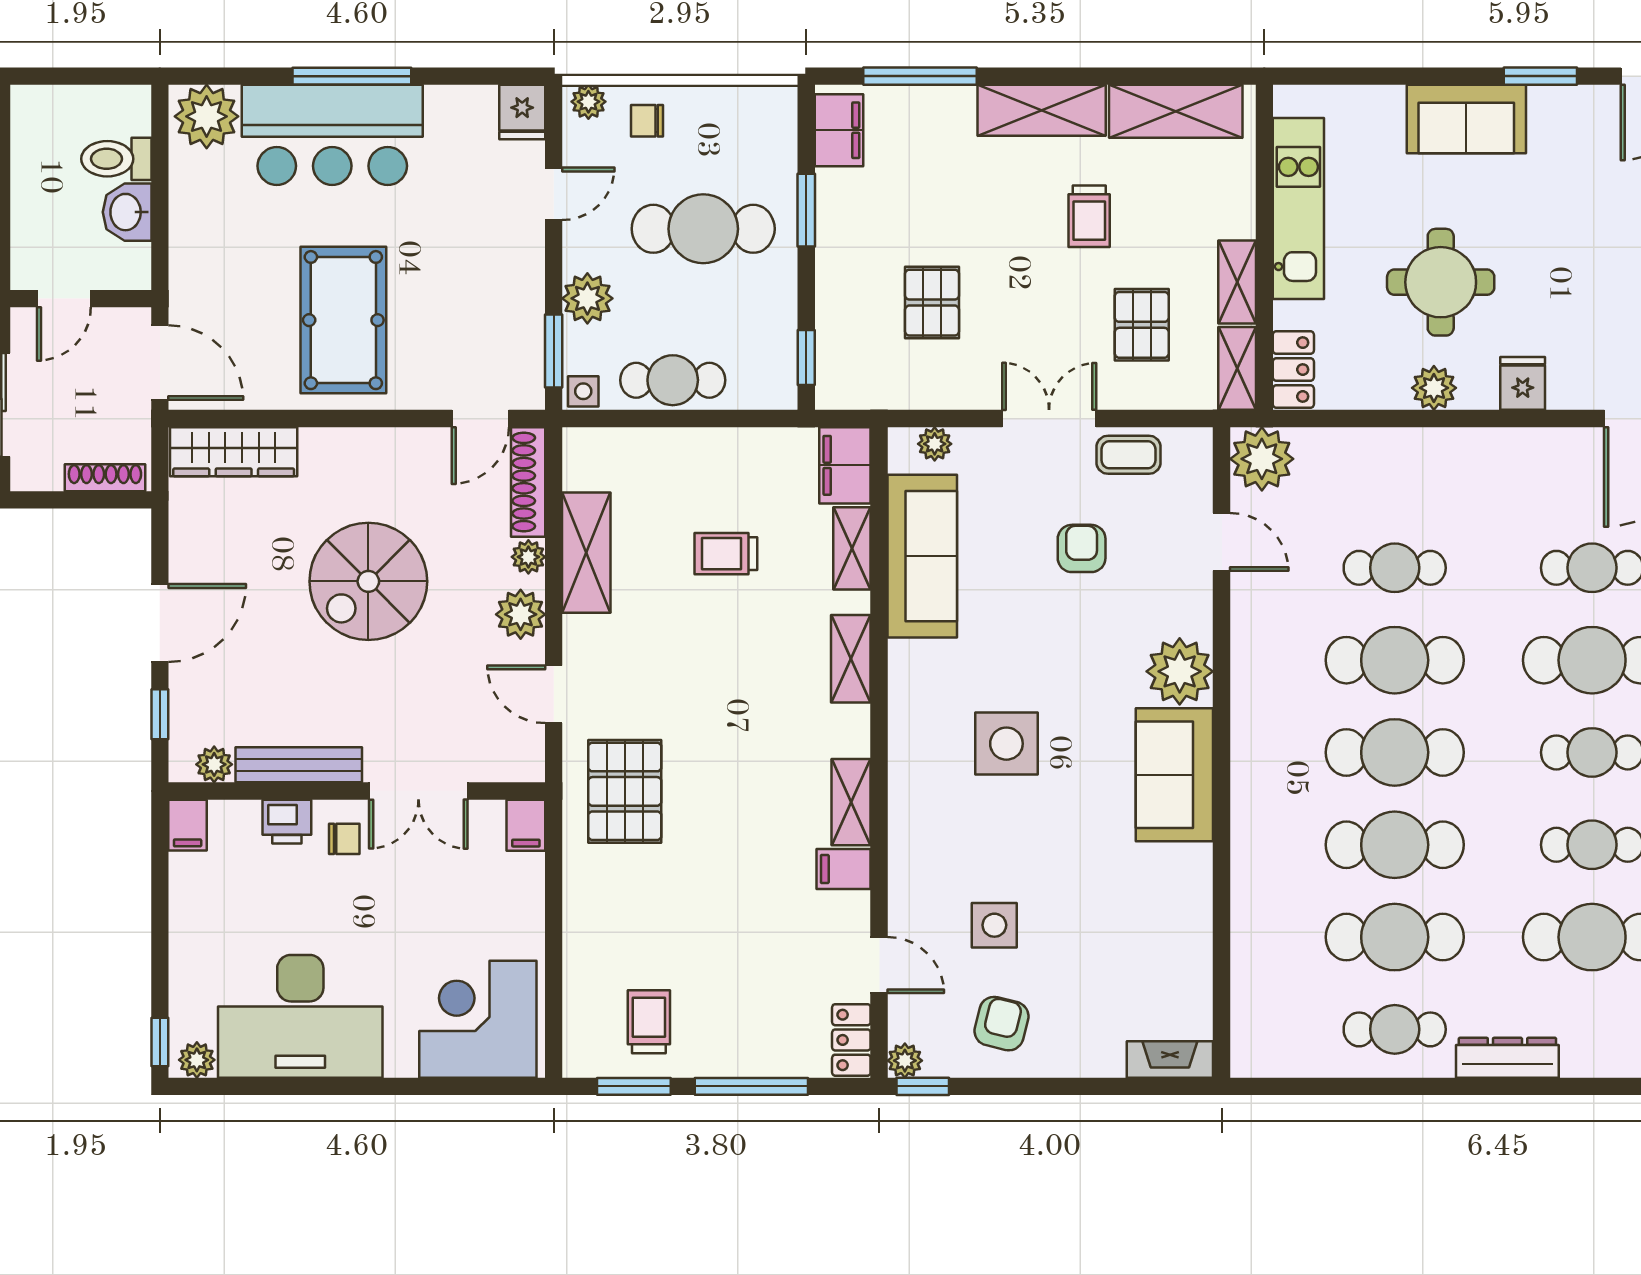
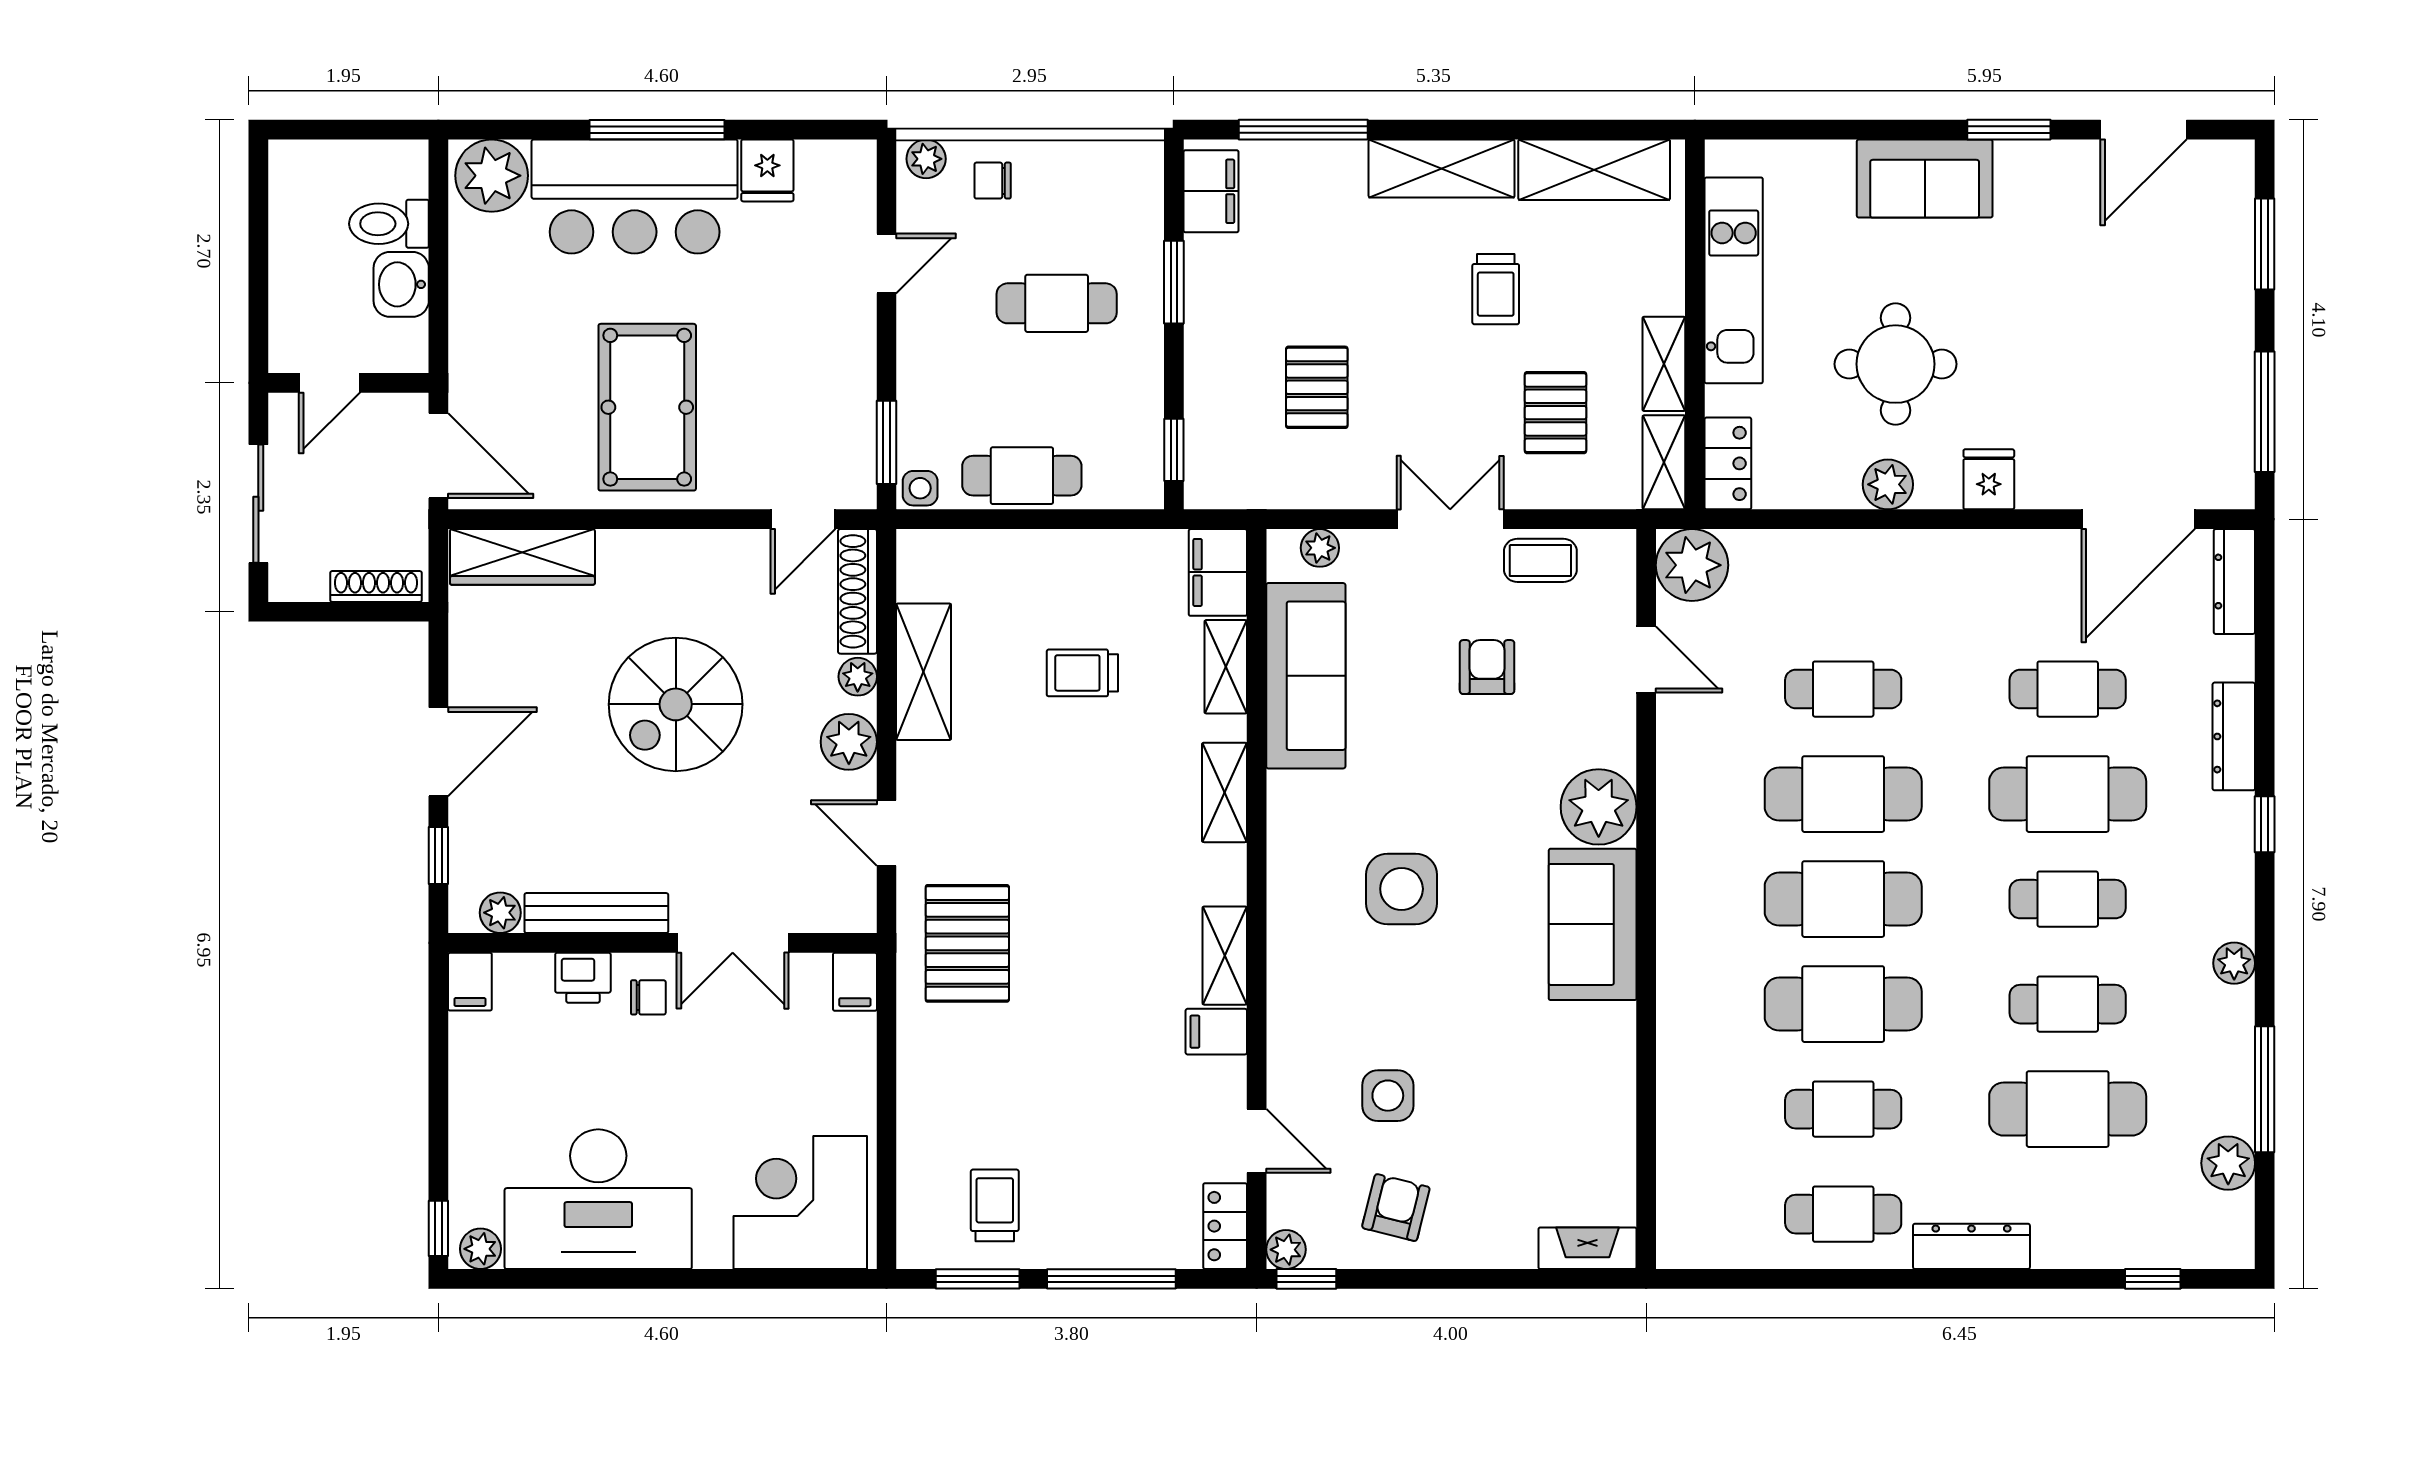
fridge: (522, 112) -> (767, 170), moved
cafe table: (703, 229) -> (1057, 303), width x0.73, depth x0.74
plant: (587, 298) -> (925, 383), removed
cafe table: (1395, 937) -> (1843, 1109), width x0.73, depth x0.74

